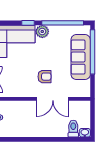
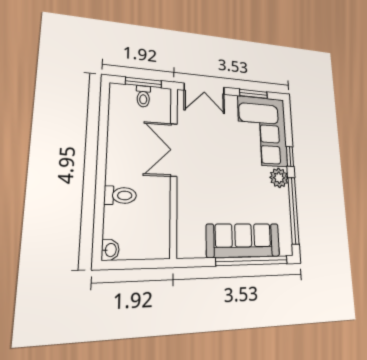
armchair: (44, 77) -> (211, 179), removed
double door: (53, 99) -> (174, 150), moved
toilet: (73, 129) -> (120, 195), moved

